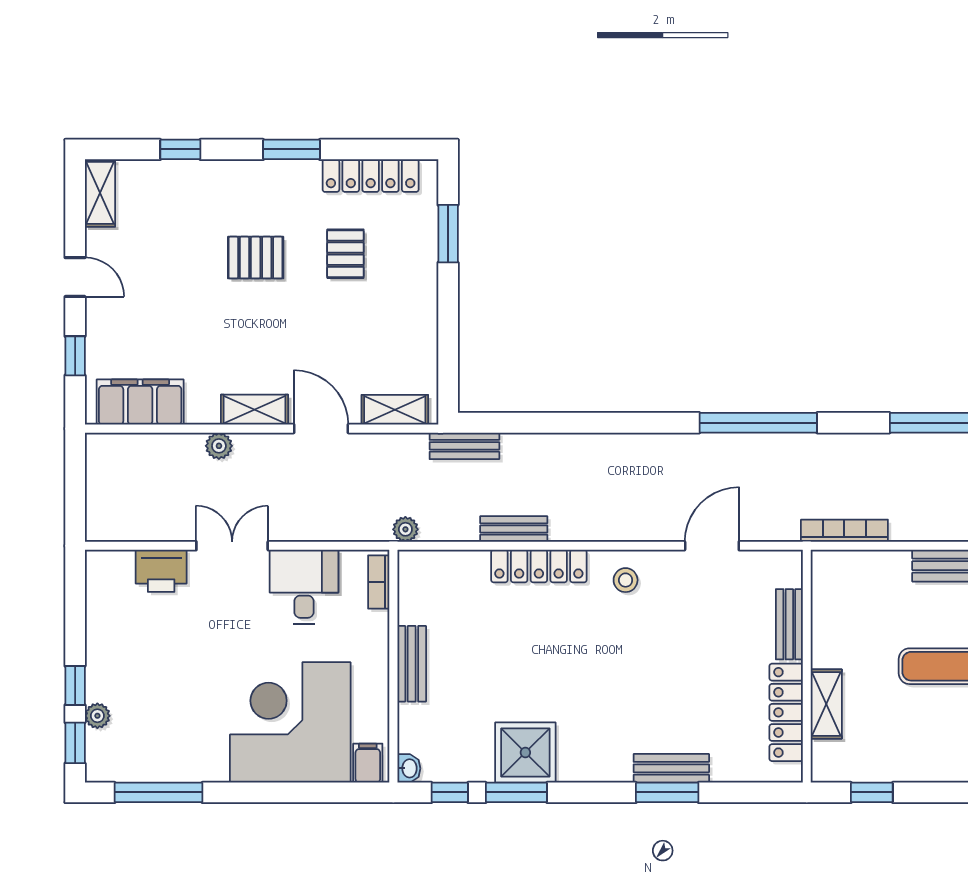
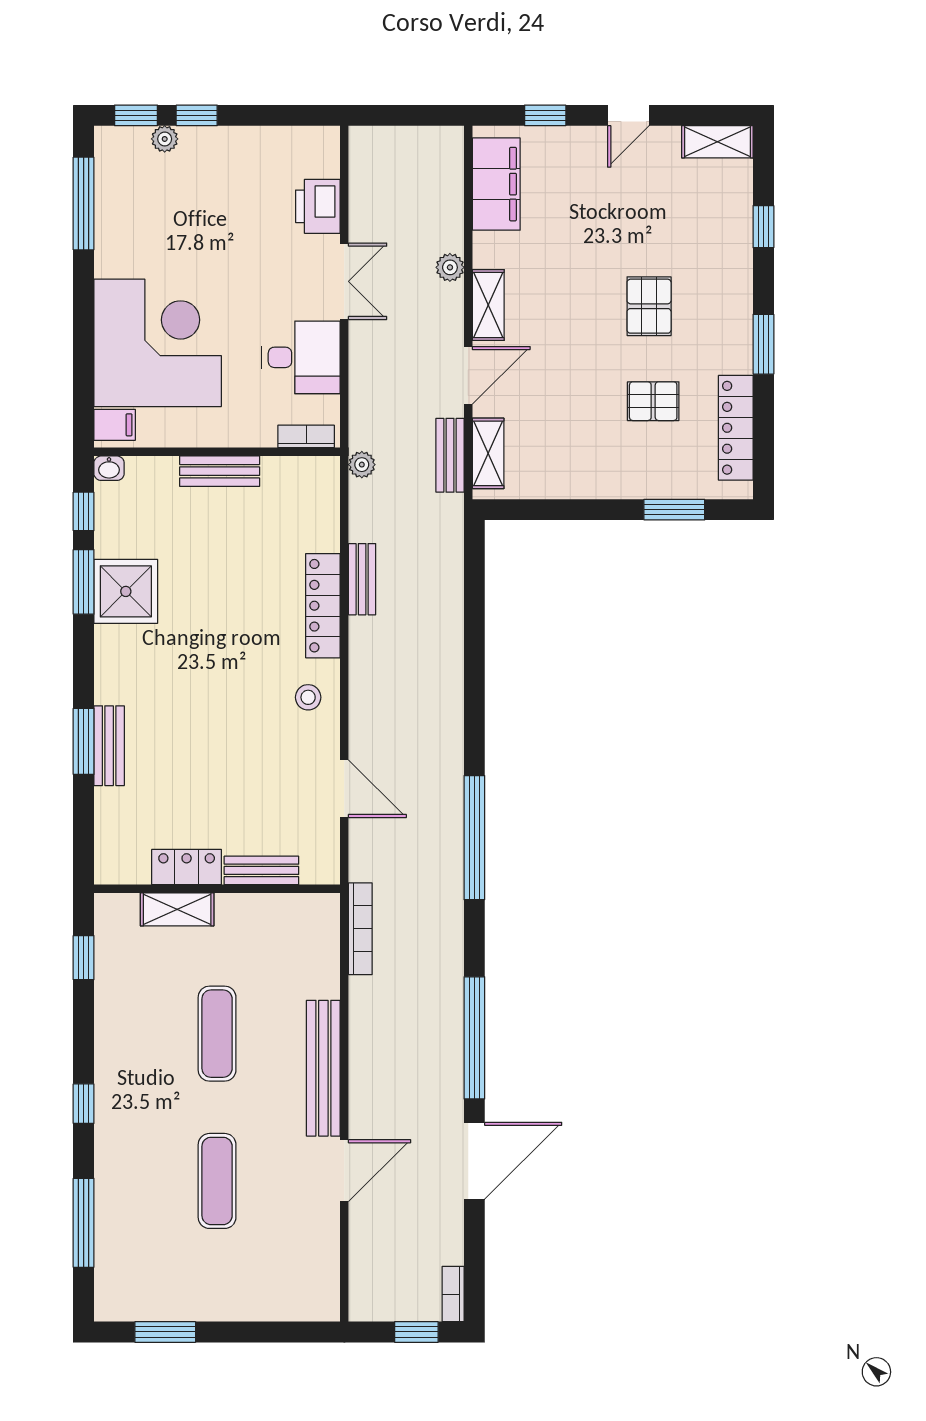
bench: (464, 446) -> (450, 455), moved
locker: (786, 712) -> (187, 867), width x0.66

